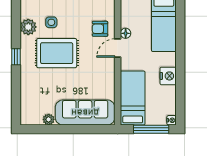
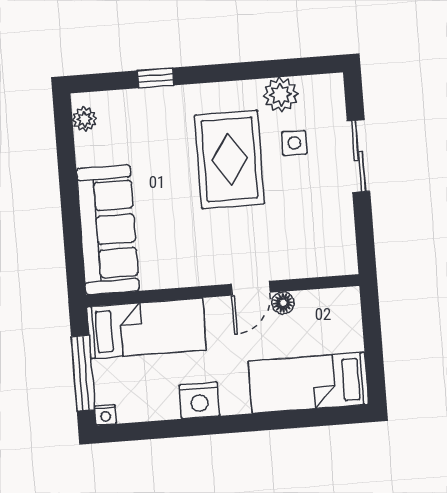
armchair: (100, 29) -> (288, 248), removed
door: (118, 48) -> (251, 288), swing flipped
window: (16, 57) -> (156, 78), moved
plant: (49, 119) -> (85, 119), moved

